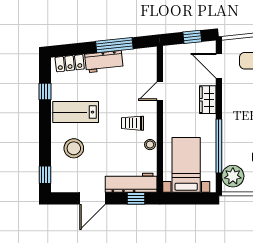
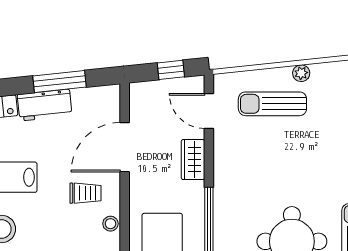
door: (160, 91) -> (125, 147), width x1.87
trolley: (133, 123) -> (86, 193), turned 180

